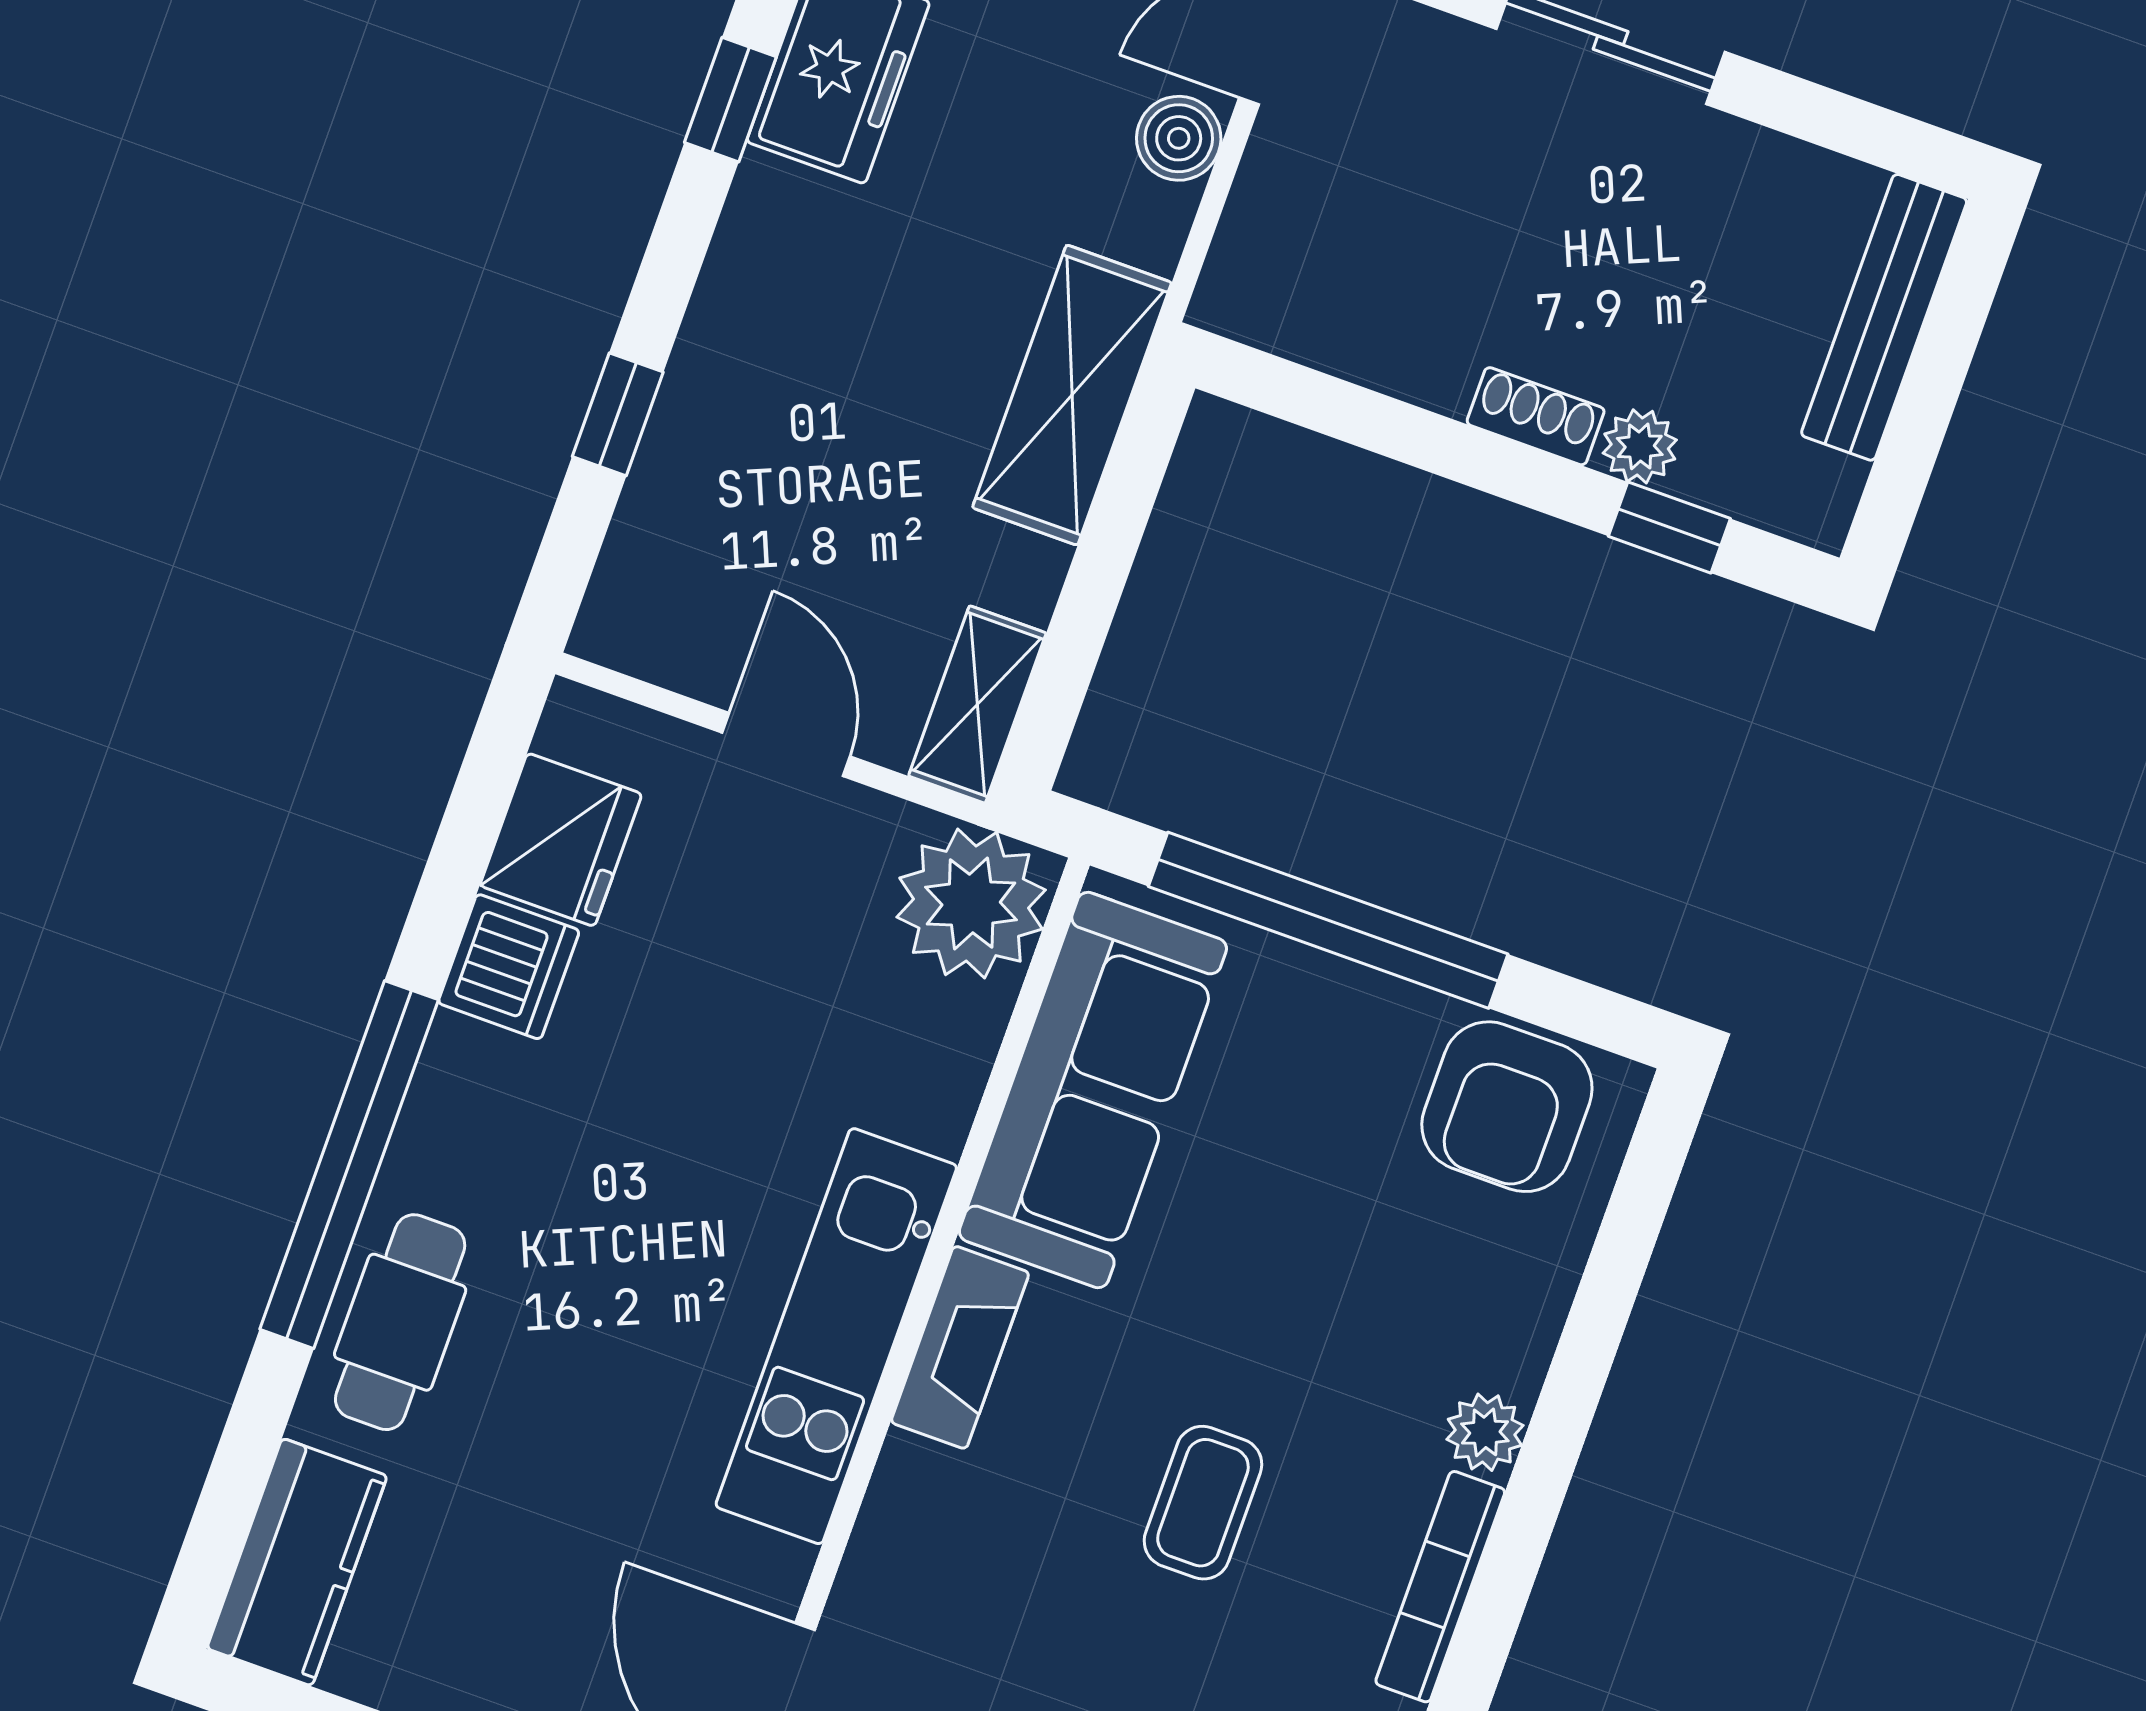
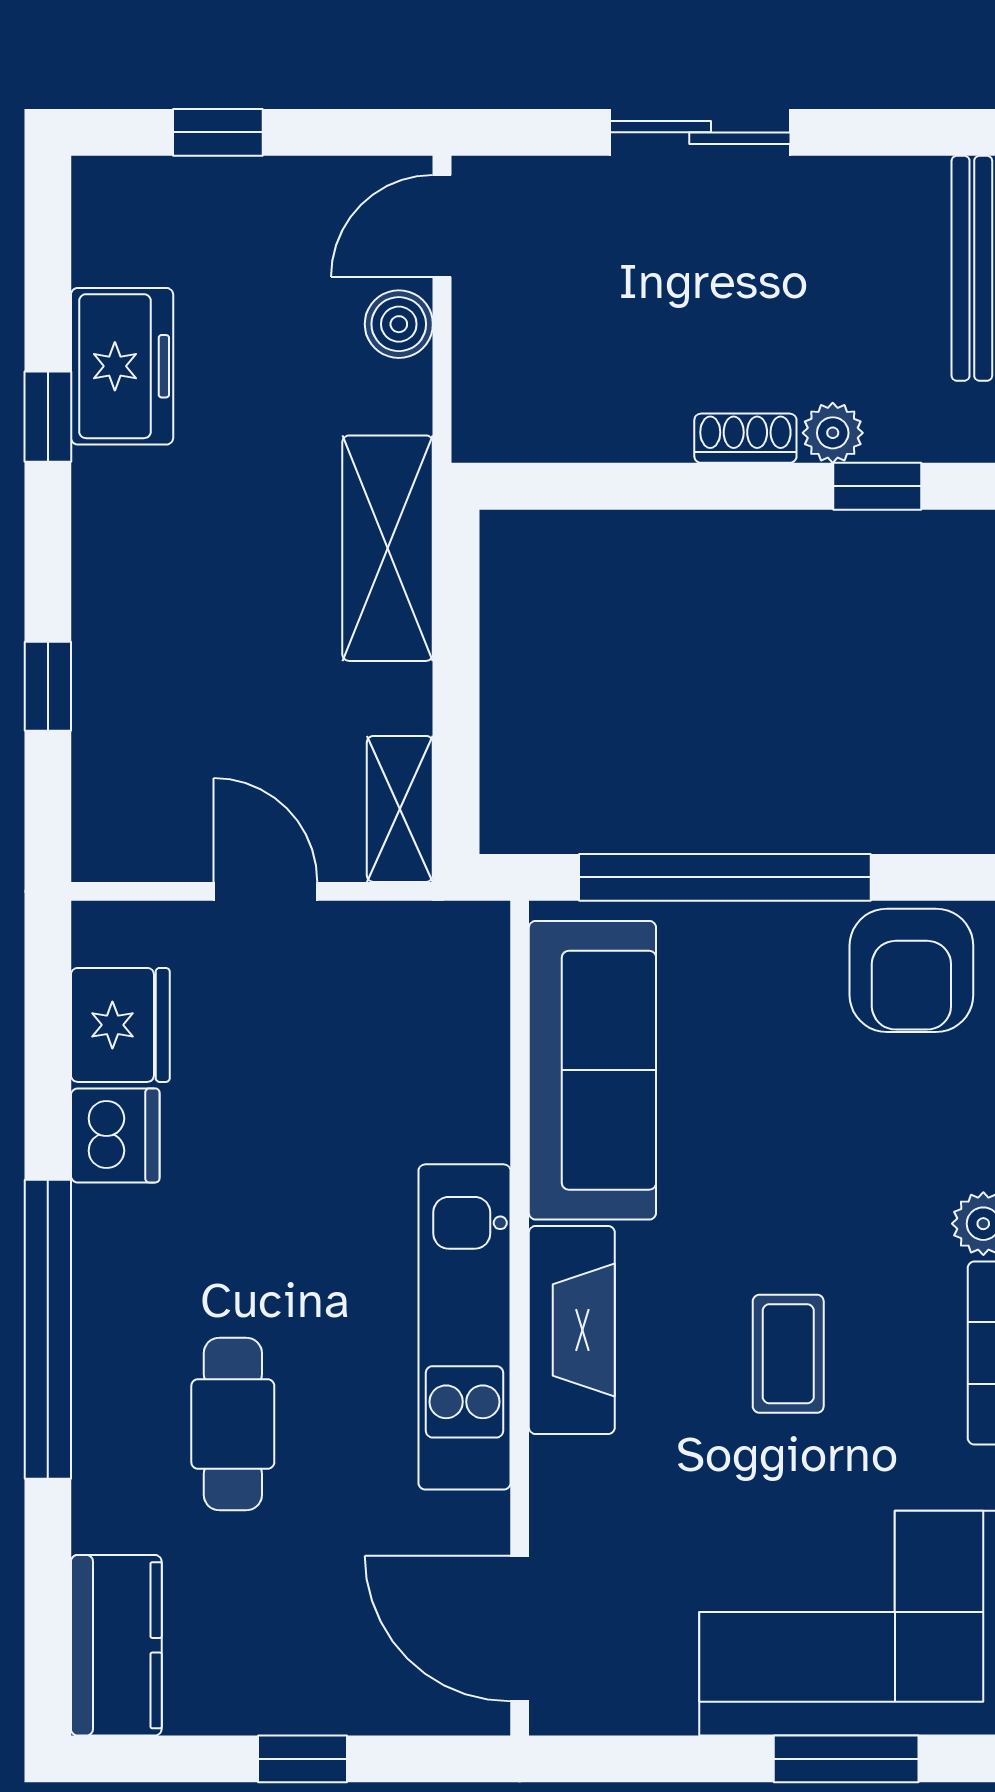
plant: (971, 904) -> (449, 962), removed
cafe table: (400, 1322) -> (233, 1424), moved
fireplace: (960, 1347) -> (572, 1330), width x1.37, depth x1.32

